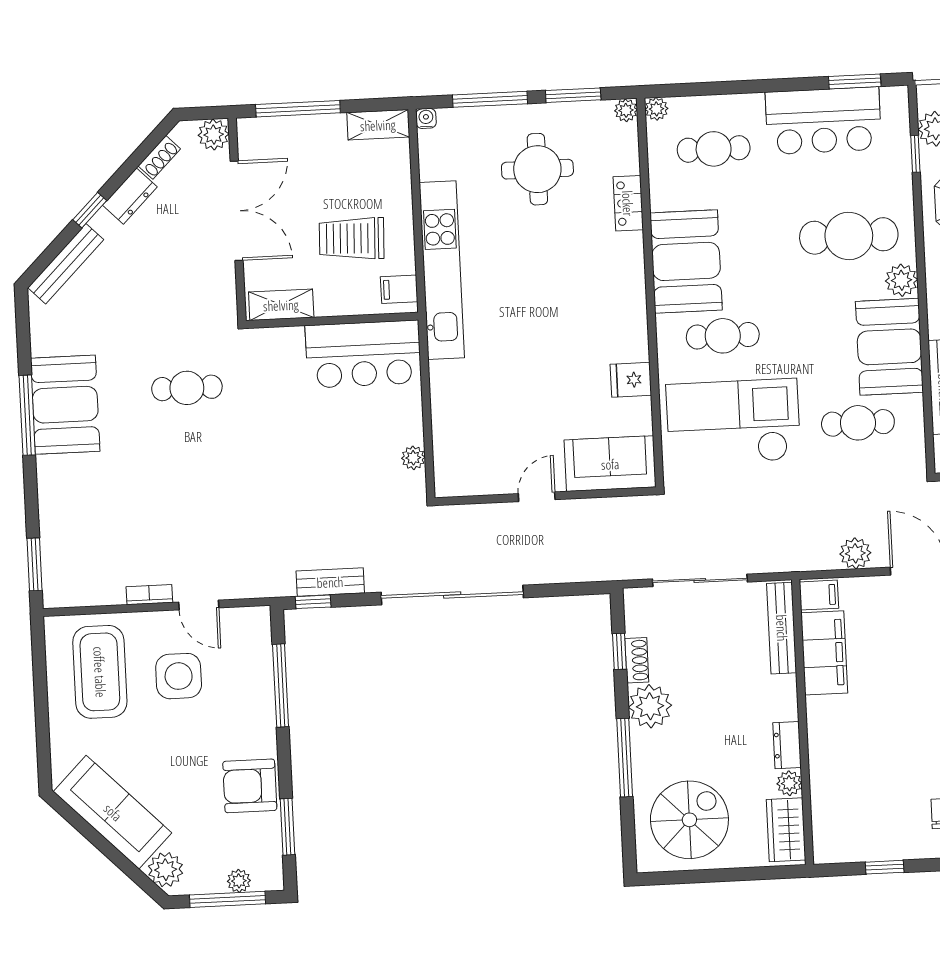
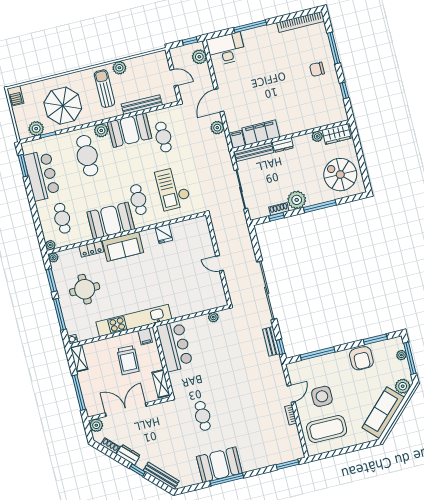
checkout: (733, 422) -> (173, 188), width x0.73, depth x0.83
sofa: (610, 464) -> (123, 247), moved, turned -90
dresser: (787, 745) -> (283, 145), moved

